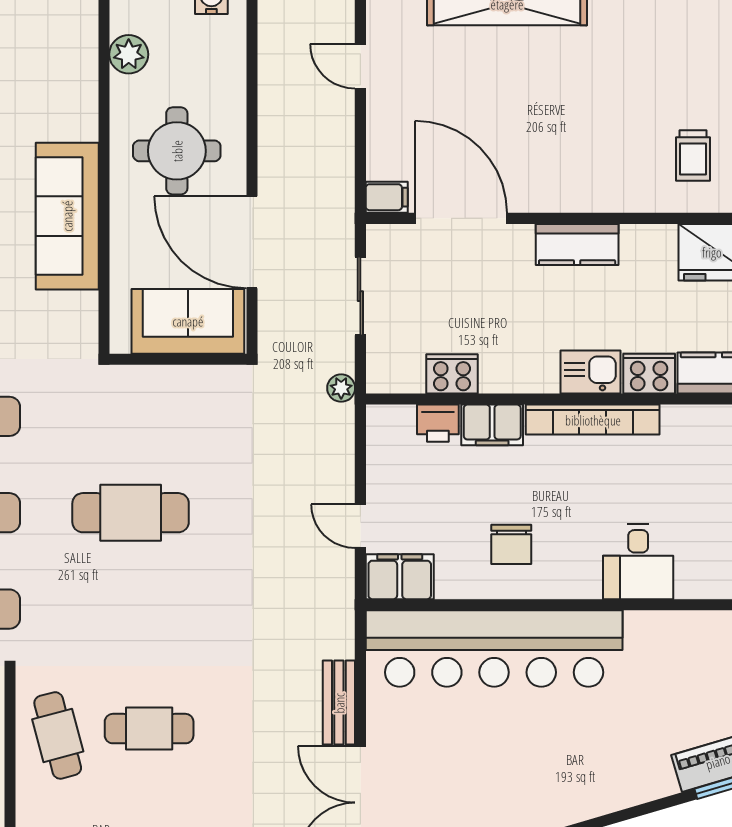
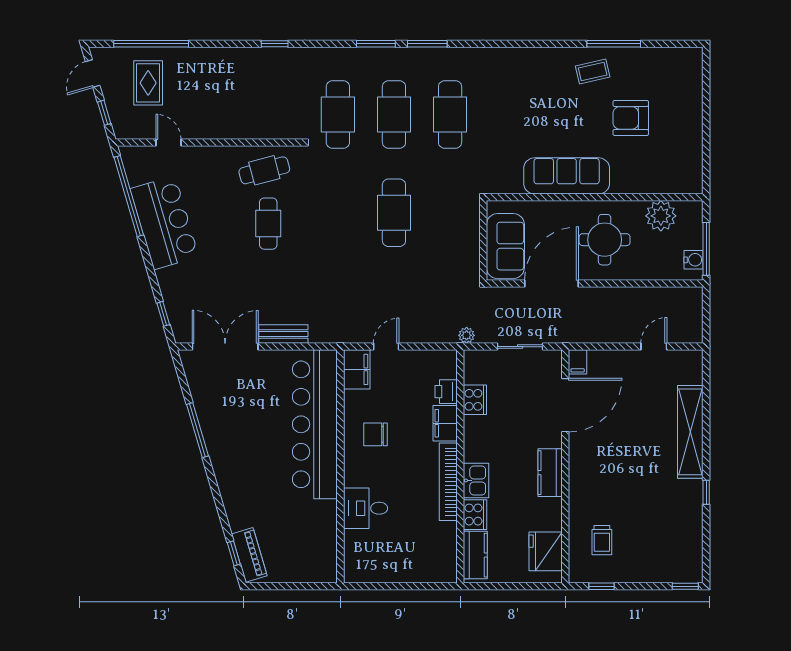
plant: (129, 54) -> (661, 216), width x1.36, depth x1.36
trolley: (693, 155) -> (602, 540), turned -90

